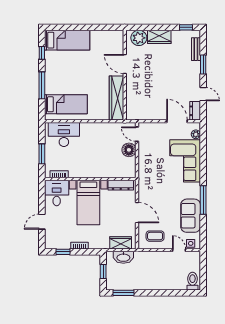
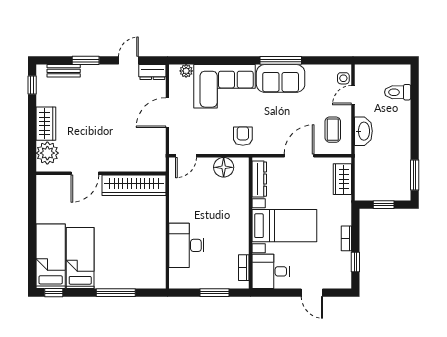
window: (42, 53) -> (54, 293), moved
bed: (66, 104) -> (80, 258), moved
door: (177, 121) -> (167, 113), moved
desk: (64, 134) -> (186, 245), moved
floor lamp: (129, 150) -> (224, 167), moved
armchair: (151, 174) -> (243, 136), added
sofa: (191, 216) -> (281, 78), moved
washbasin: (123, 257) -> (363, 131), moved
toilet: (192, 281) -> (398, 92), moved

